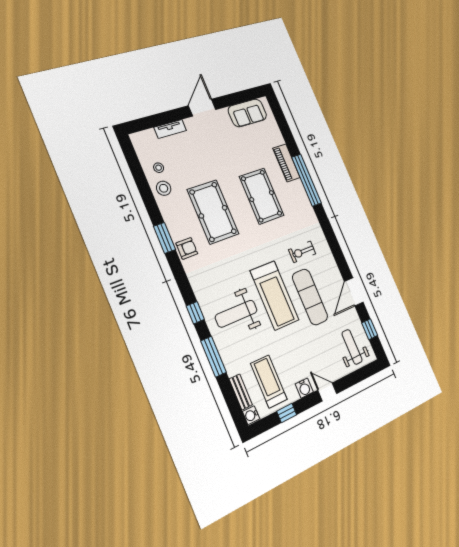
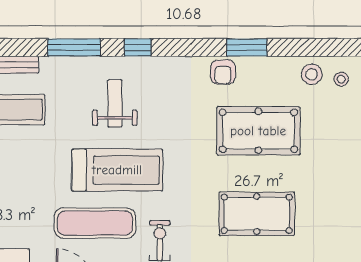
treadmill: (275, 295) -> (117, 170), turned 180
weight bench: (236, 314) -> (115, 103), width x0.73, depth x0.75

